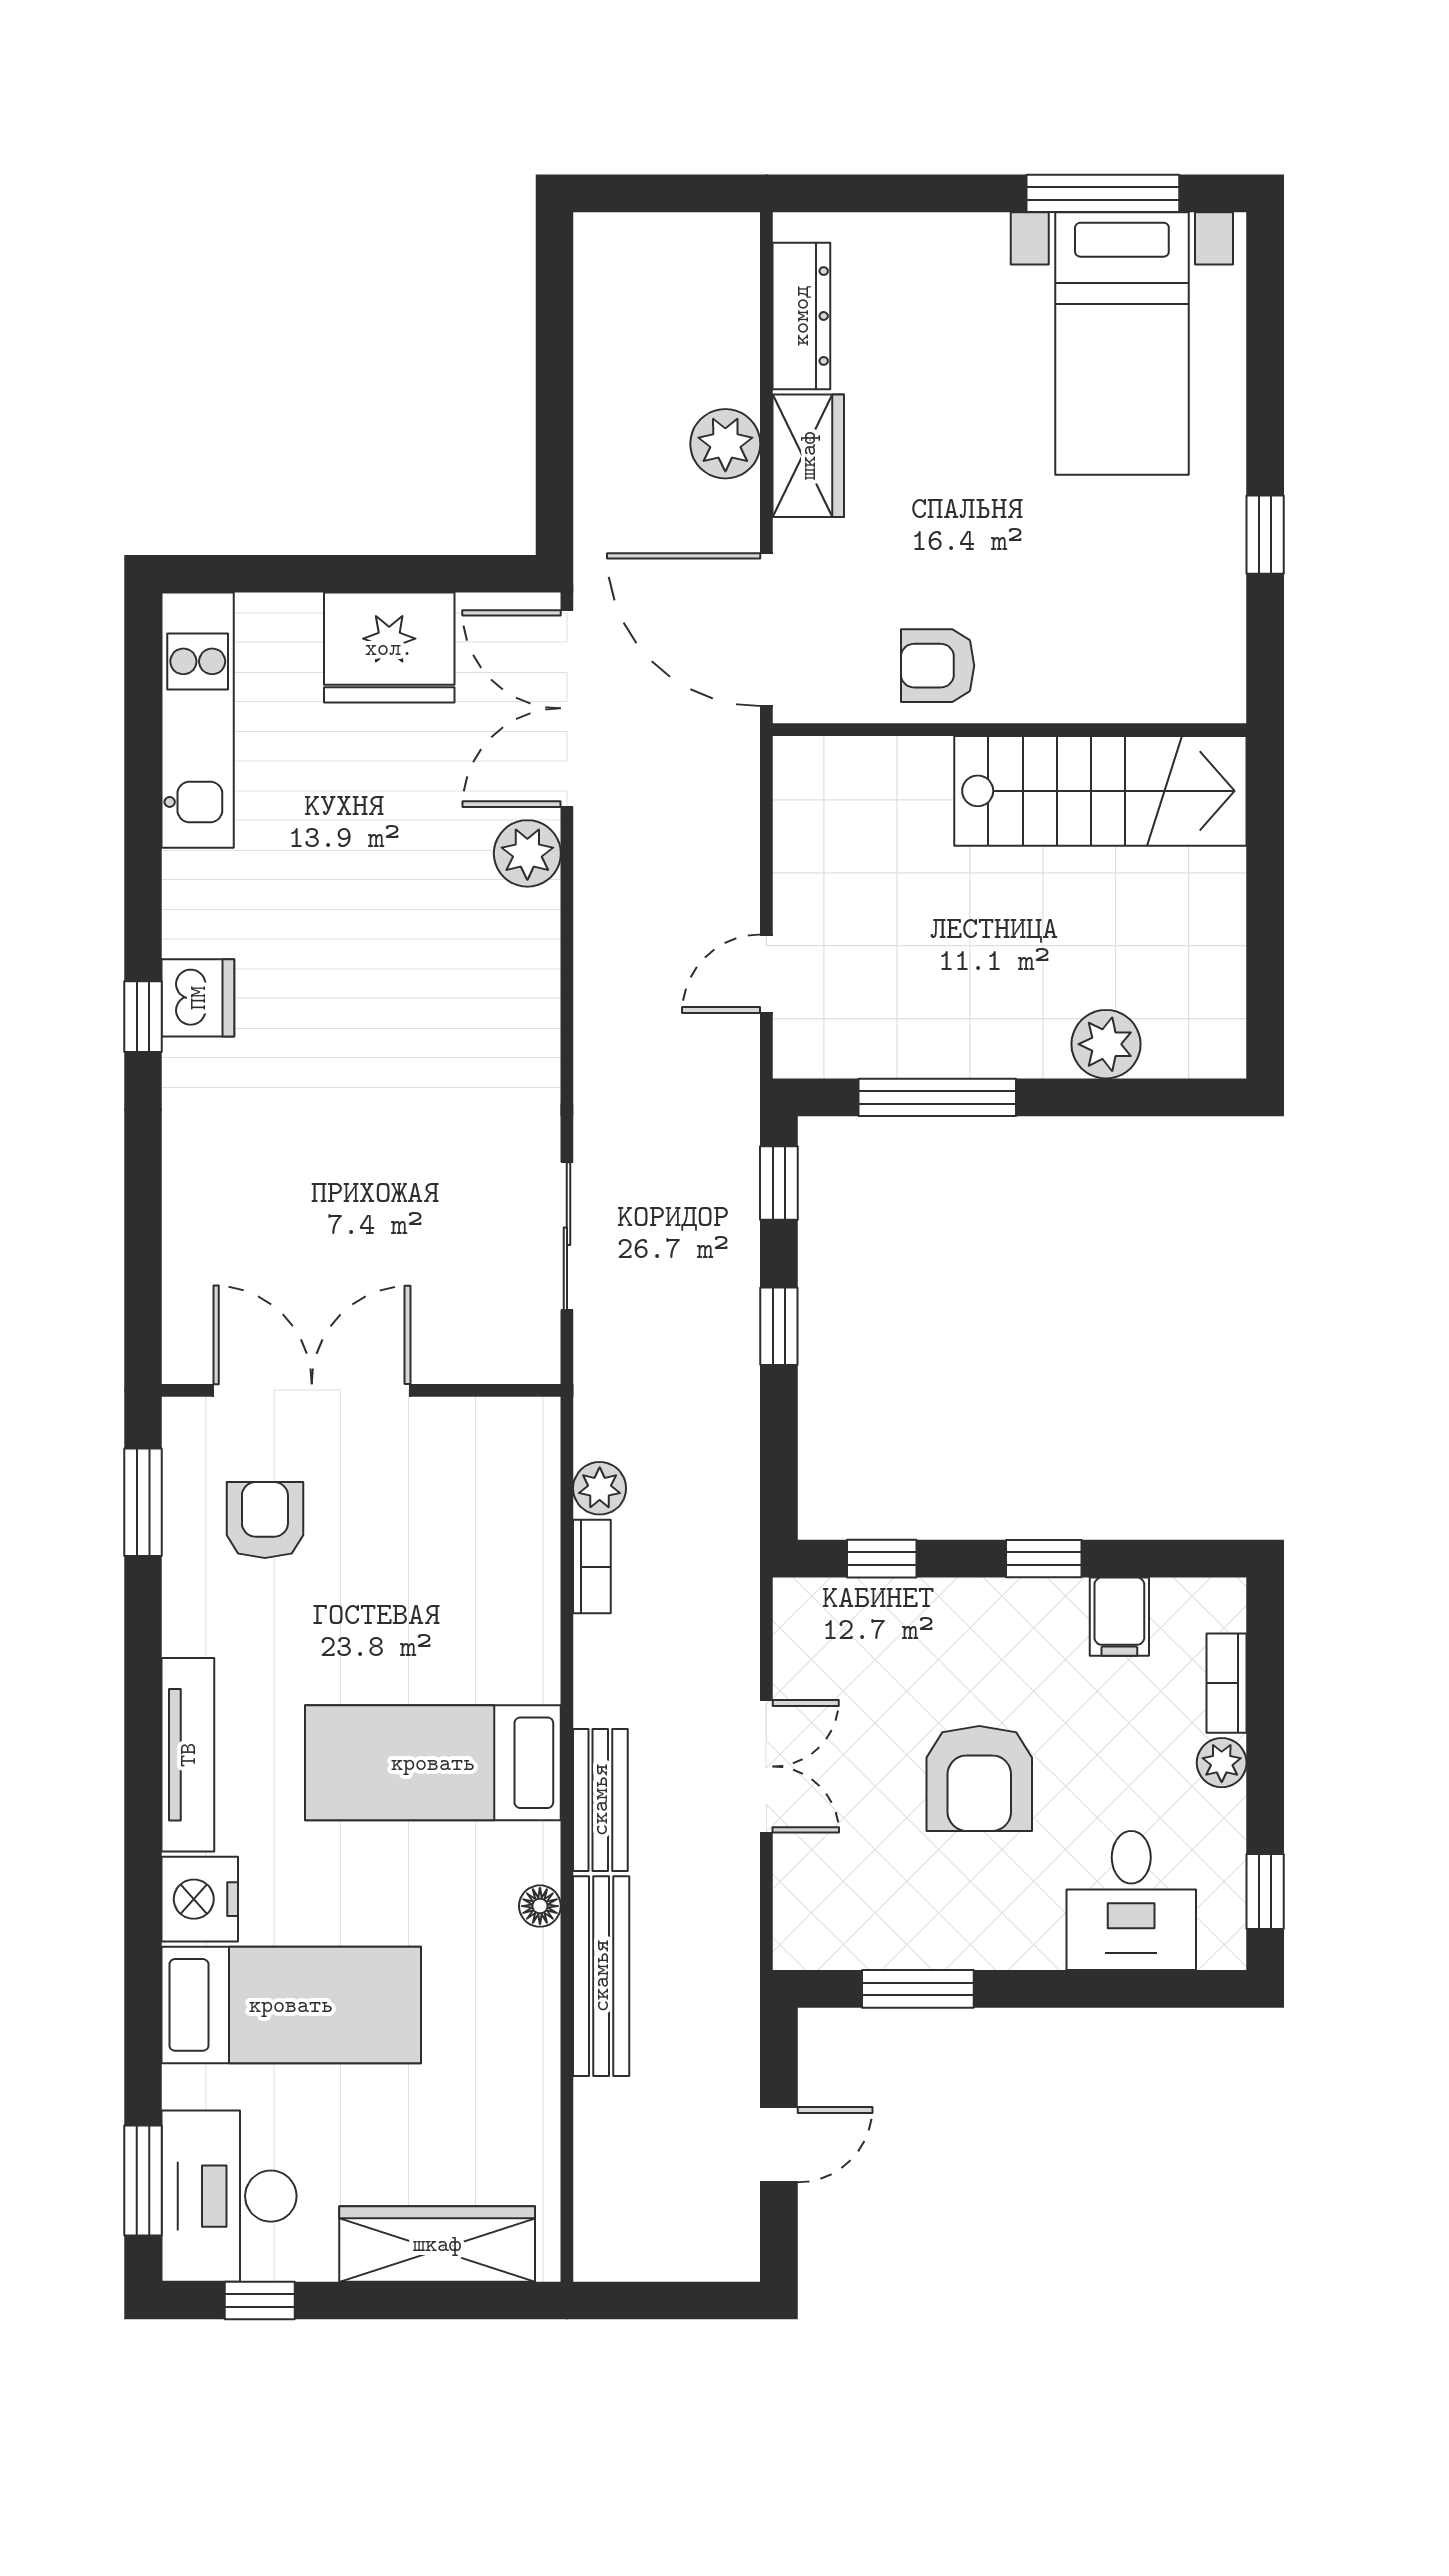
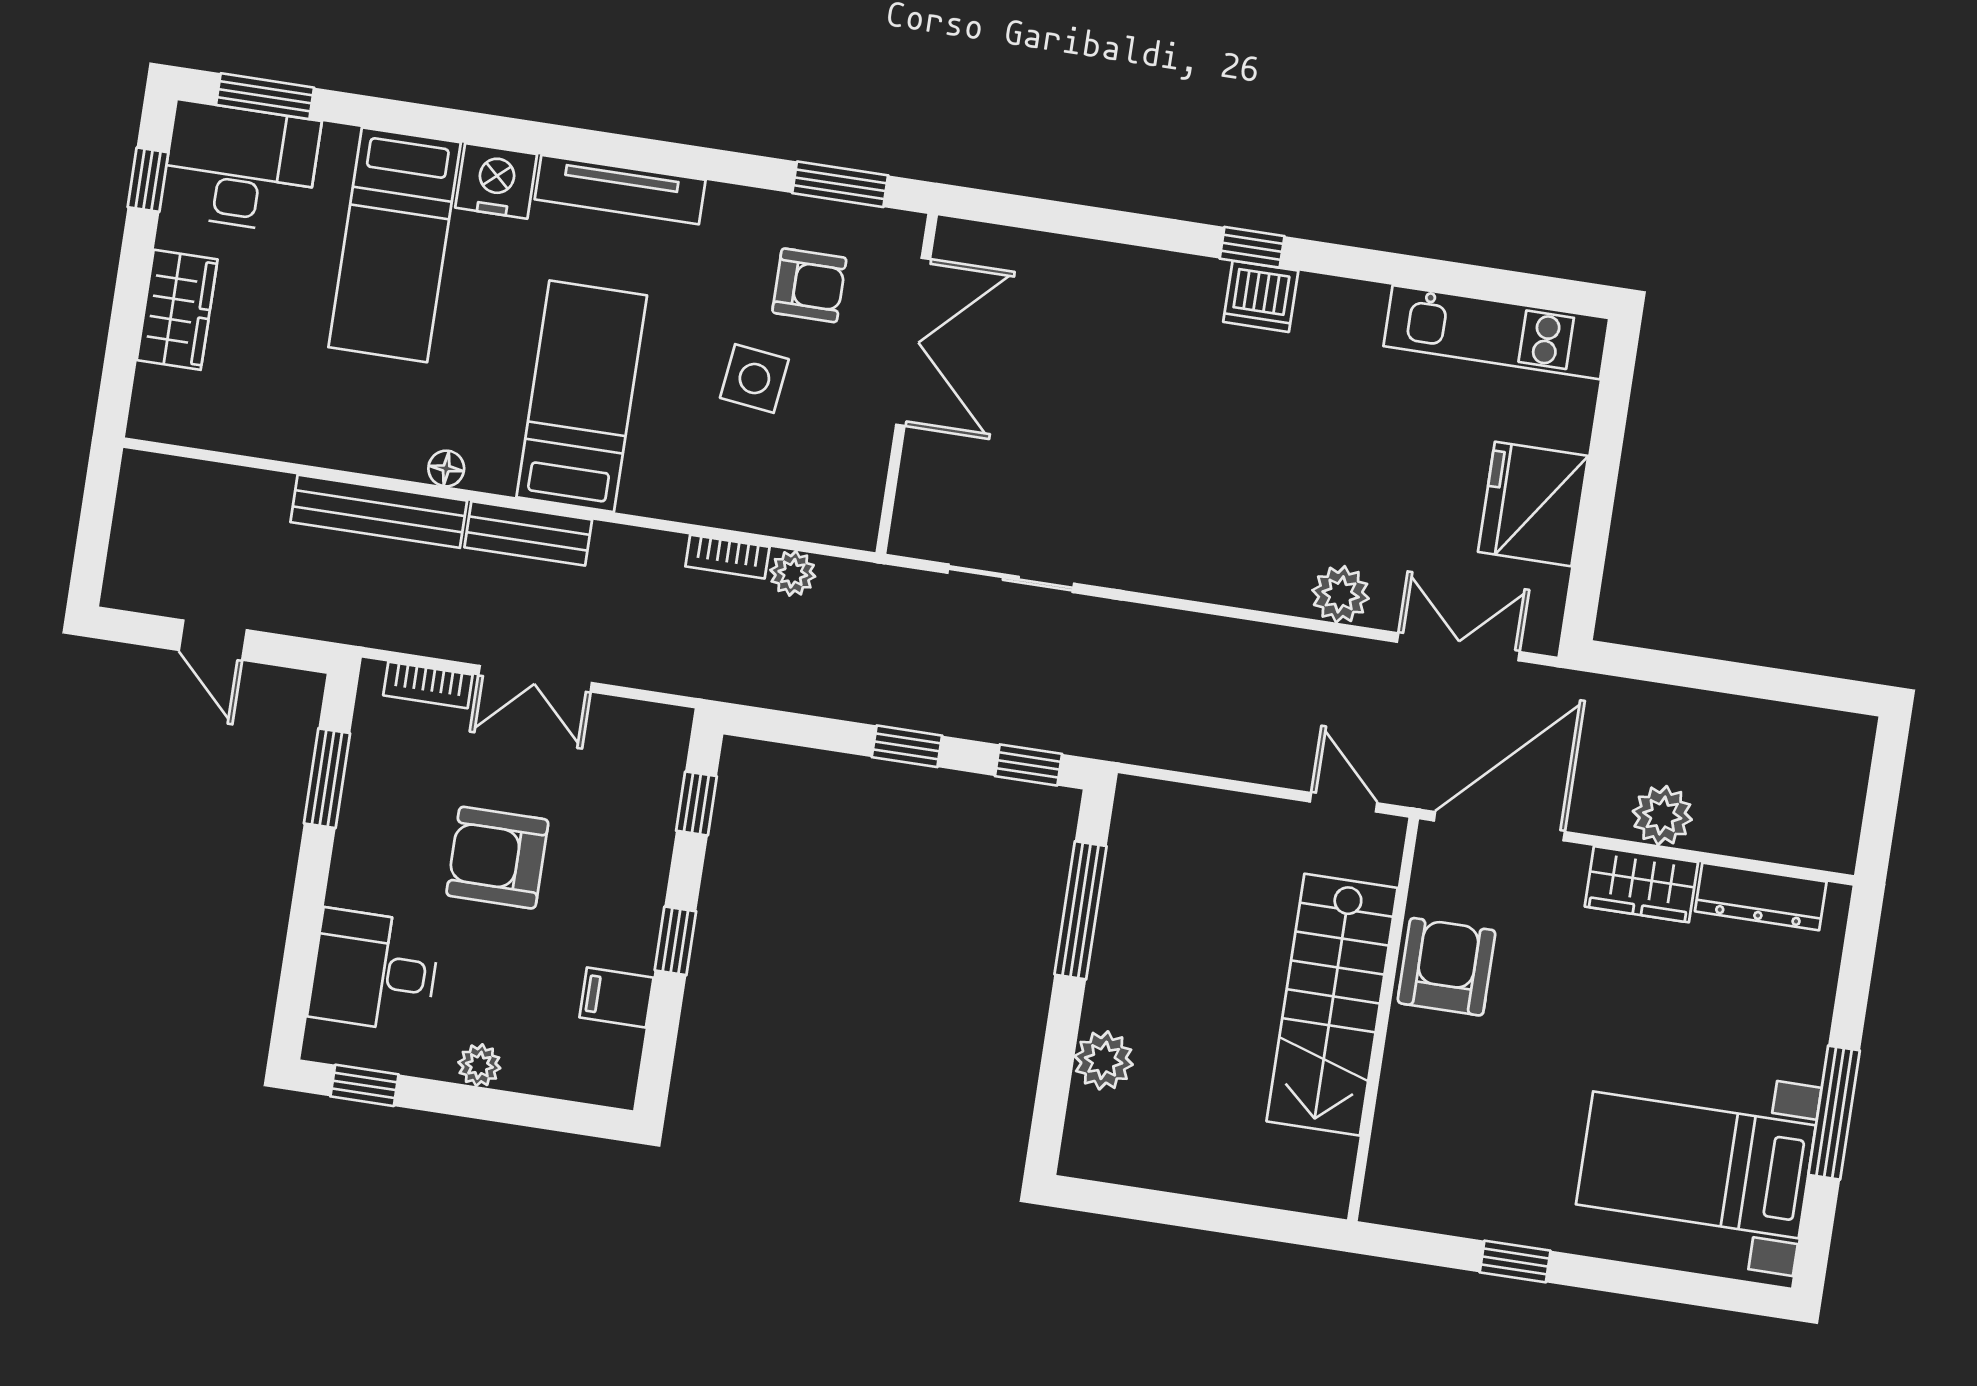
window: (1103, 193) -> (1834, 1113), moved
armchair: (938, 666) -> (1447, 967), width x1.38, depth x1.38
double door: (567, 708) -> (1458, 647), width x0.73
stairs: (1100, 791) -> (1332, 1005), moved
door: (766, 974) -> (1344, 802), moved
side table: (382, 1567) -> (754, 379), added
bookcase: (1227, 1683) -> (428, 685), moved, turned 180
wardrobe: (437, 2244) -> (177, 310), width x0.67

